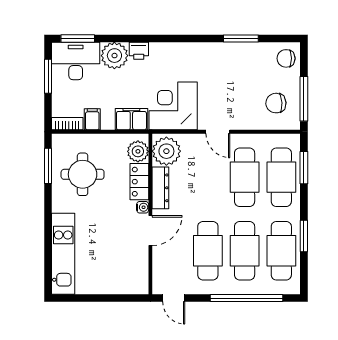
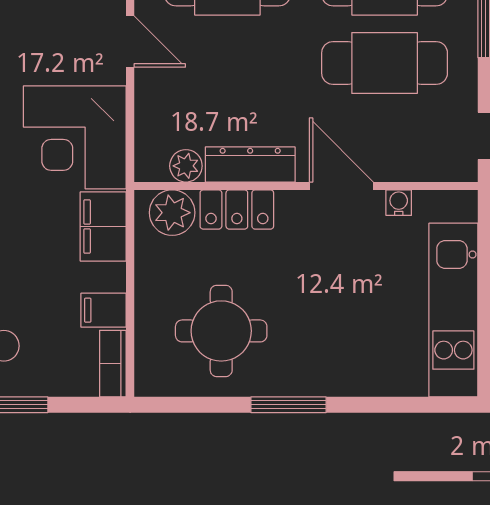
door: (218, 132) -> (130, 42), hinge flipped
plant: (166, 151) -> (186, 166), width x0.53, depth x0.53
window: (48, 166) -> (289, 405), moved
water cooler: (143, 207) -> (399, 203), moved
kitchen unit: (63, 254) -> (453, 310), moved, turned -90

